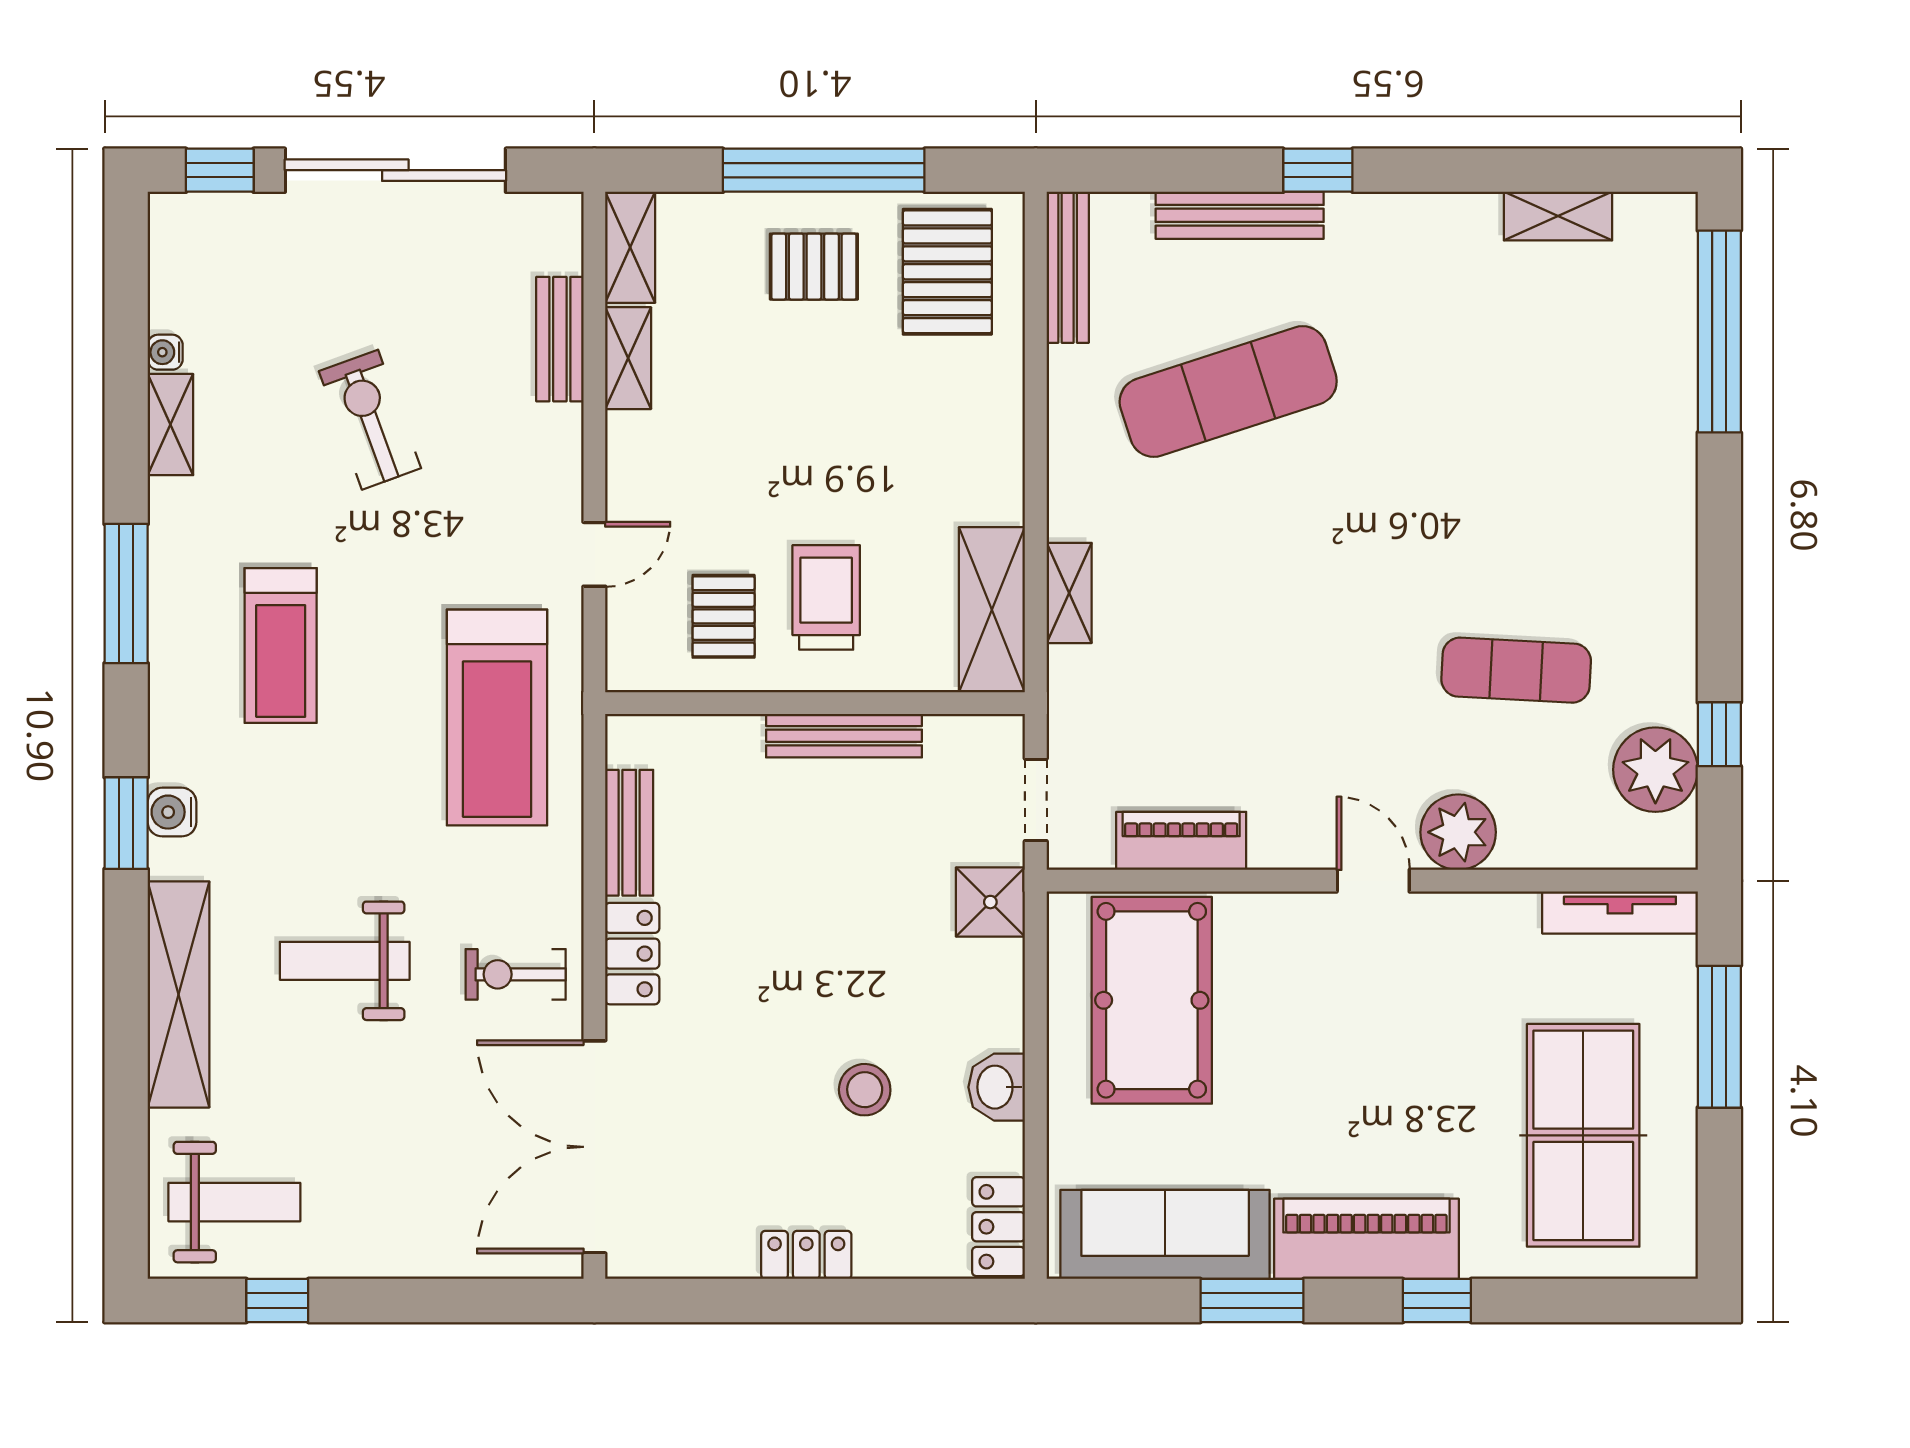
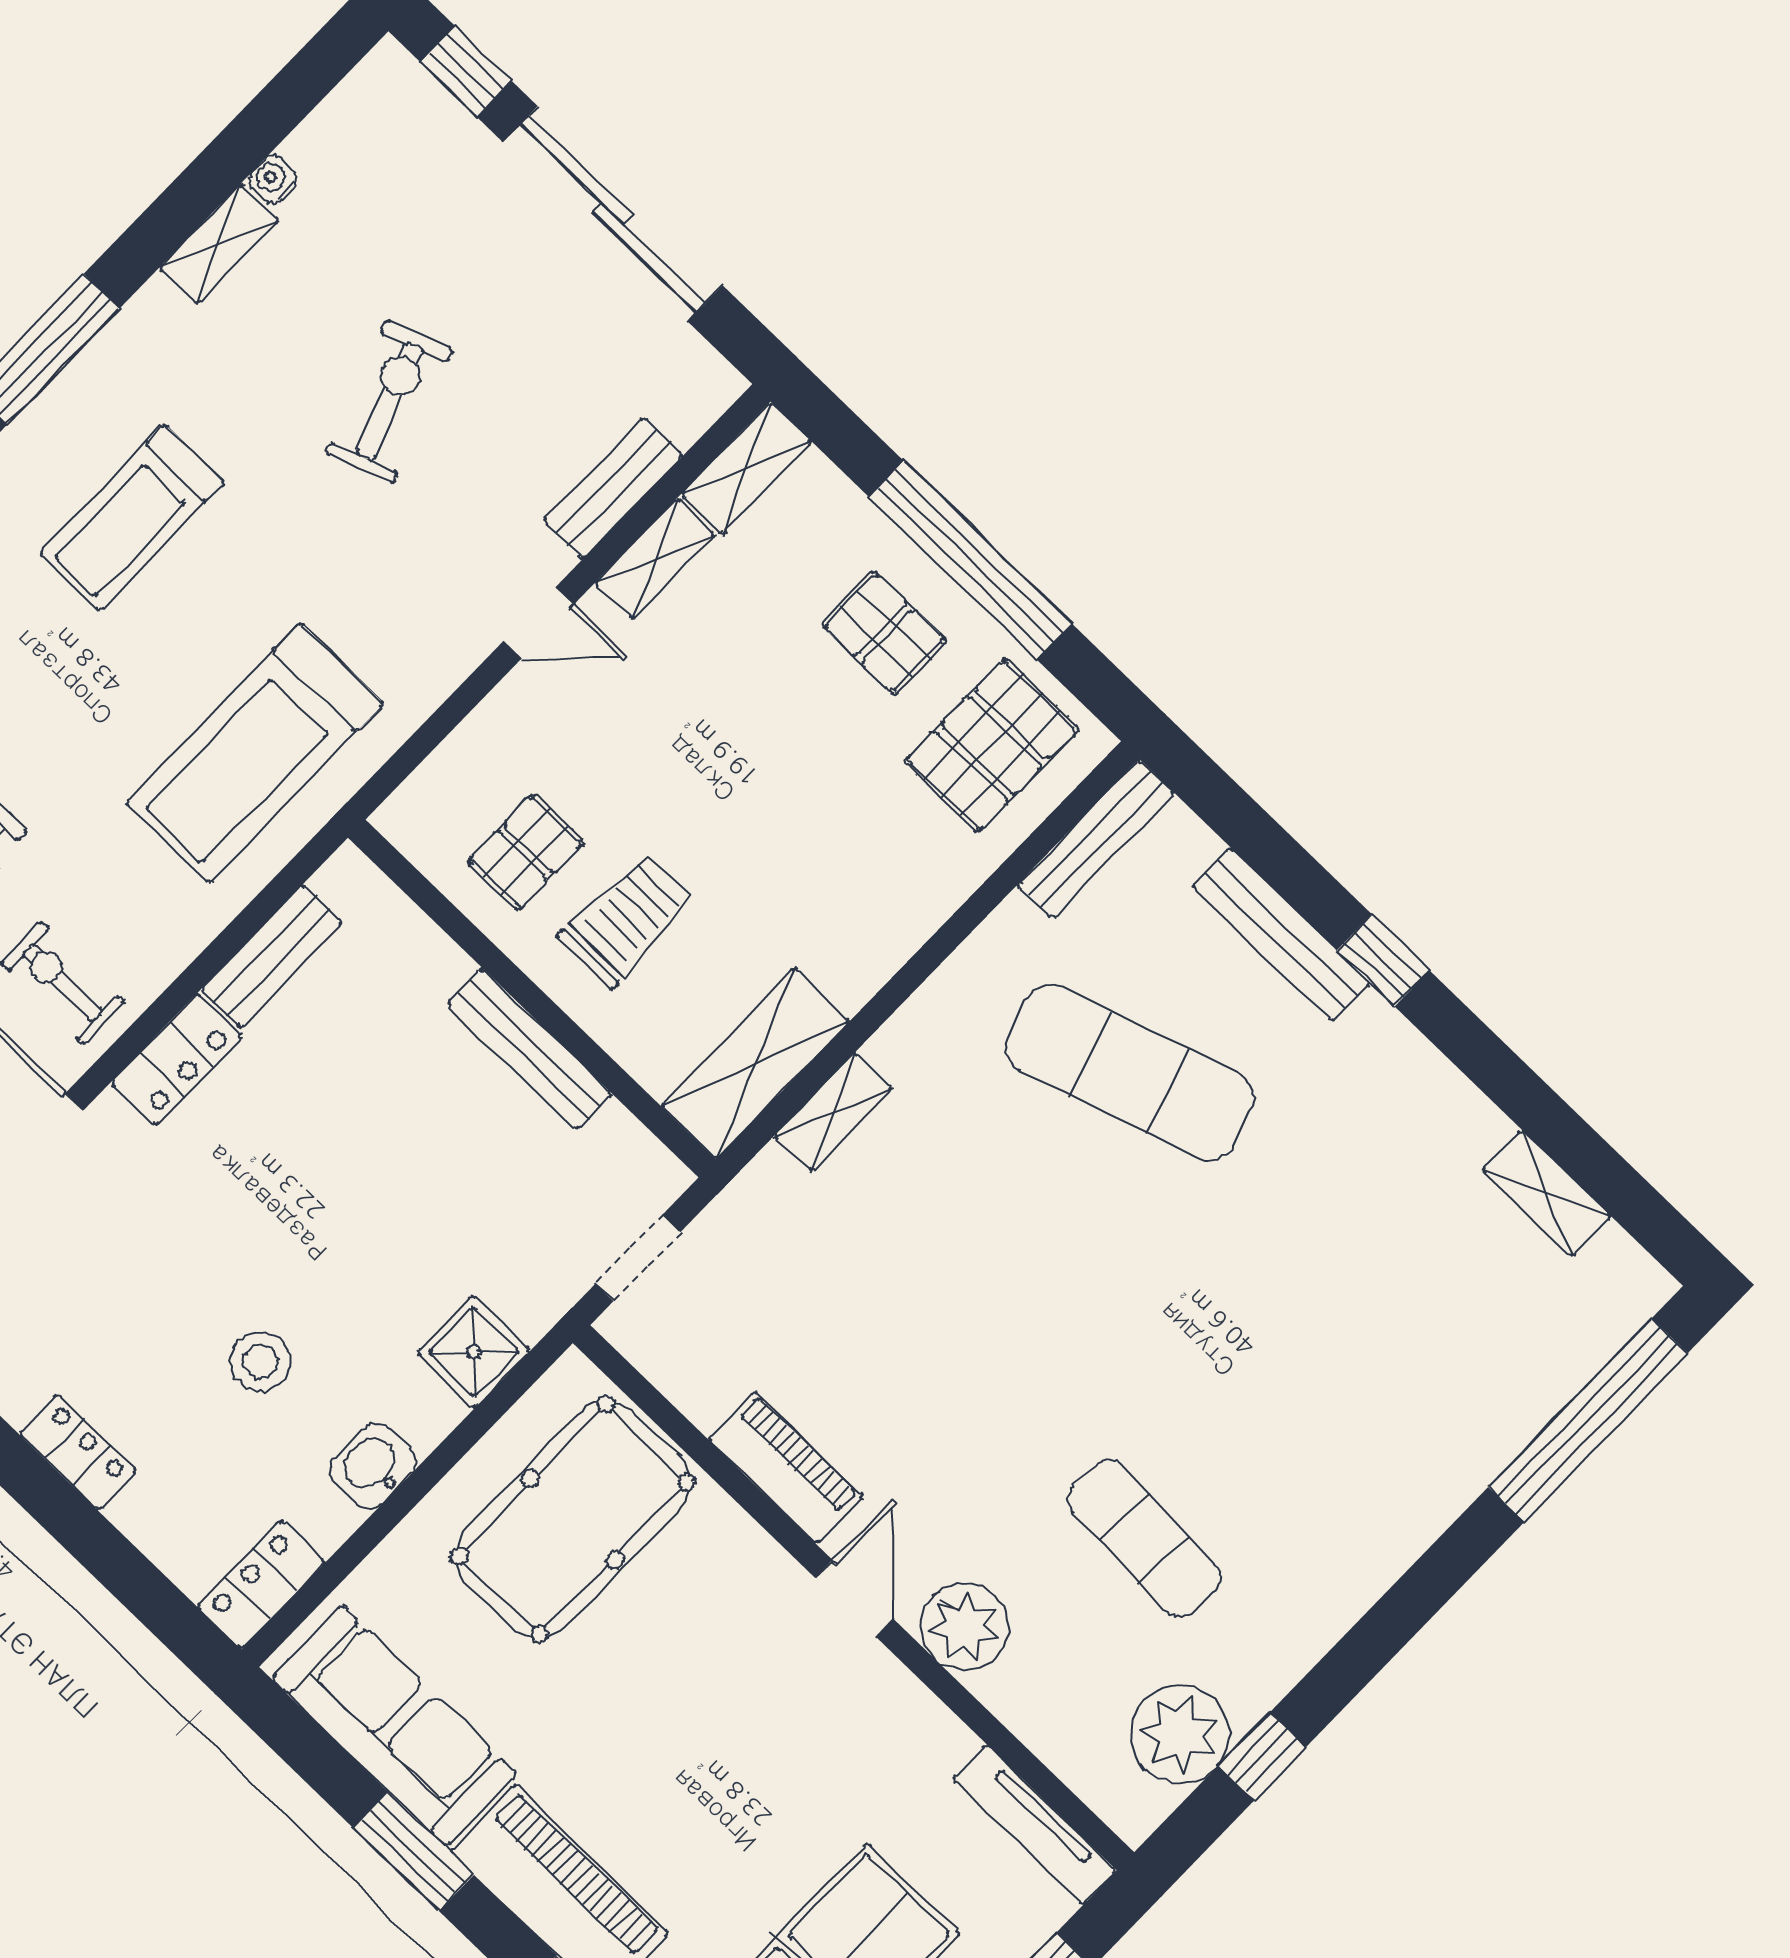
door: (594, 554) -> (538, 623), moved
piano: (1181, 841) -> (786, 1468), moved
shower: (990, 902) -> (474, 1352), moved

